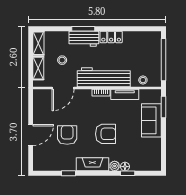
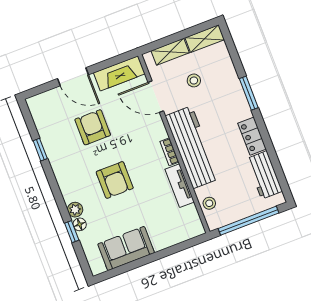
workbench: (84, 39) -> (264, 175), moved
window: (163, 107) -> (183, 246), removed
sofa: (151, 120) -> (126, 248), moved
armchair: (67, 135) -> (93, 127), turned -90
fireplace: (92, 164) -> (119, 73), moved, turned 90

